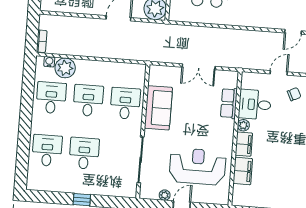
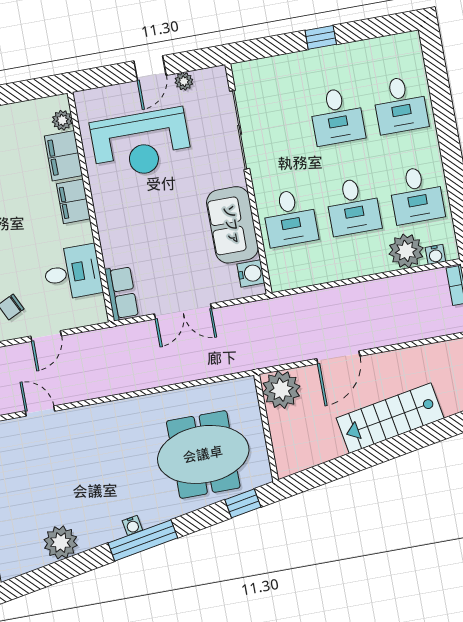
door: (293, 32) -> (40, 411), hinge flipped
double door: (199, 67) -> (183, 311), swing flipped
water cooler: (155, 78) -> (251, 273), added
row of seats: (229, 103) -> (122, 293), moved
plant: (243, 125) -> (62, 120), moved

